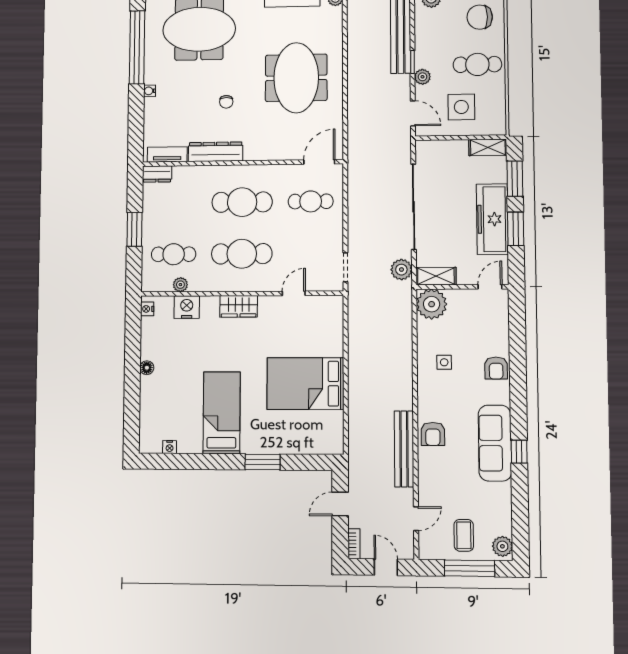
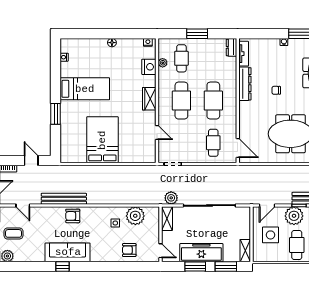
plant: (422, 77) -> (294, 216), width x1.88, depth x1.88
plant: (432, 304) -> (135, 216), moved
armchair: (496, 368) -> (129, 250), moved

